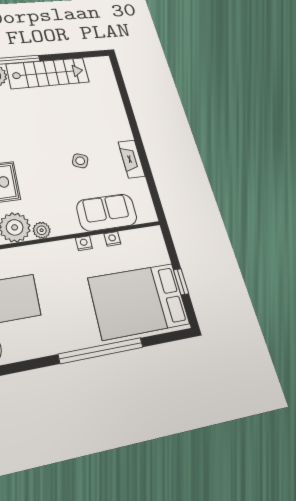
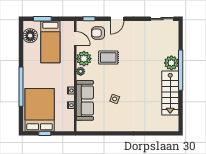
fireplace: (131, 159) -> (112, 127), removed
sofa: (107, 212) -> (85, 100), width x1.36

